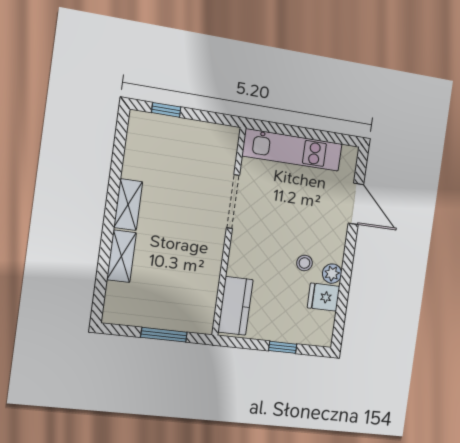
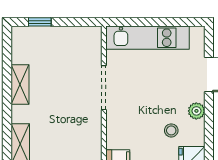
shelving: (128, 205) -> (20, 85), moved
plant: (332, 274) -> (196, 111), moved

